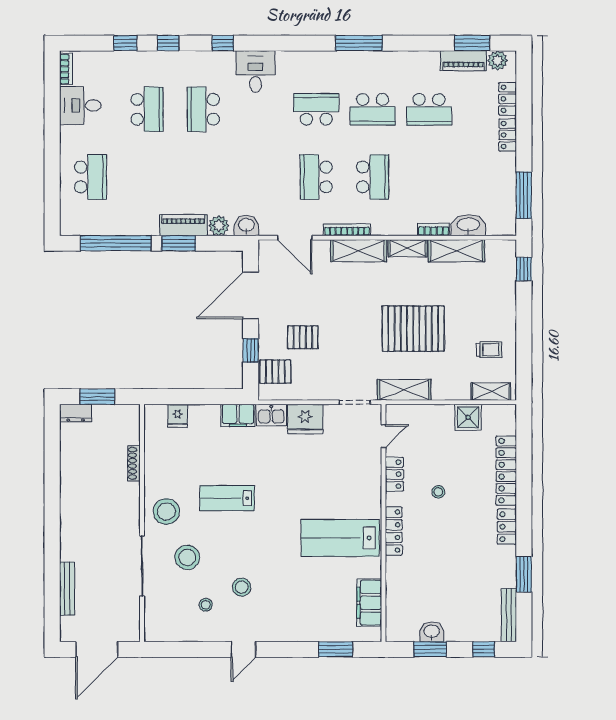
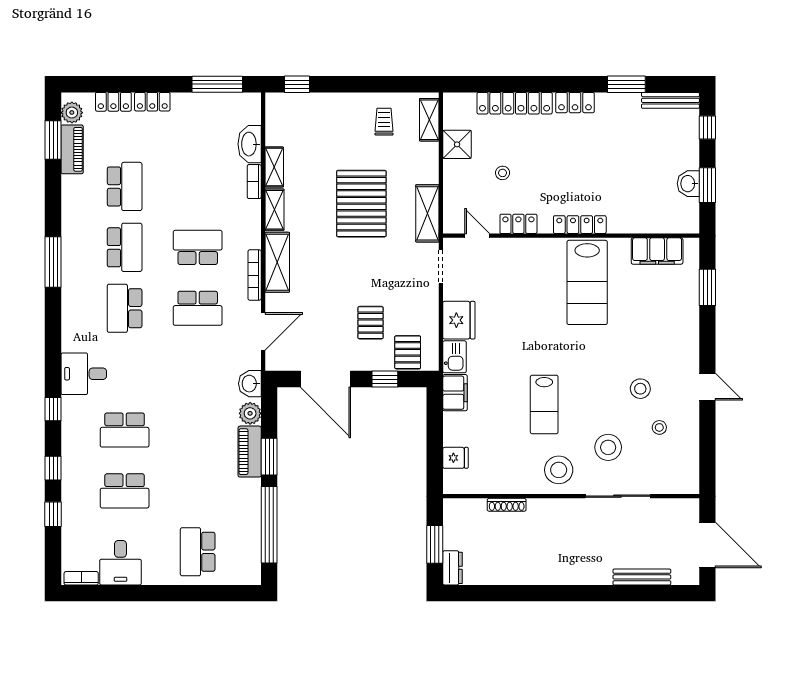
school desk: (147, 109) -> (125, 491), turned 180
school desk: (91, 177) -> (198, 552), turned -90
shelving: (456, 251) -> (274, 167), width x0.67, depth x0.75
stool: (438, 492) -> (503, 173), moved

